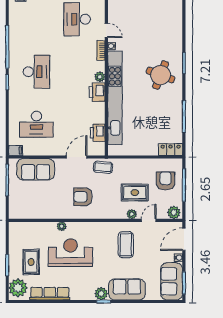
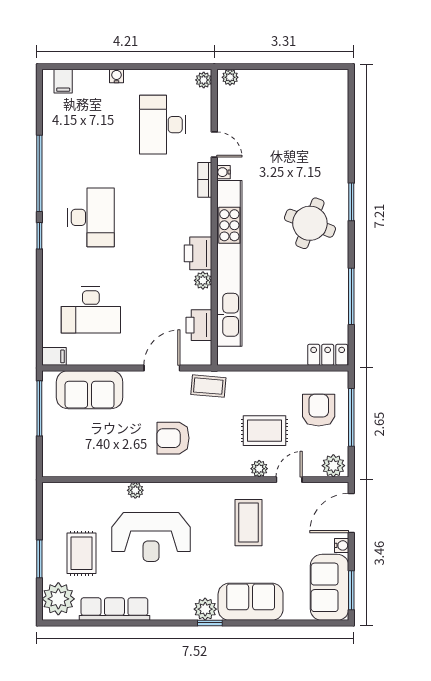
plant: (100, 77) -> (203, 280), moved
reception desk: (70, 253) -> (151, 537), turned 180

